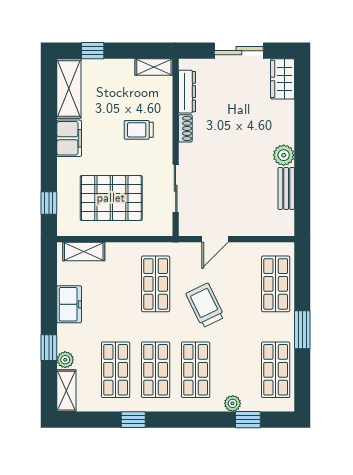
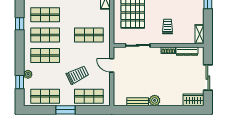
trolley: (205, 305) -> (77, 75), moved

